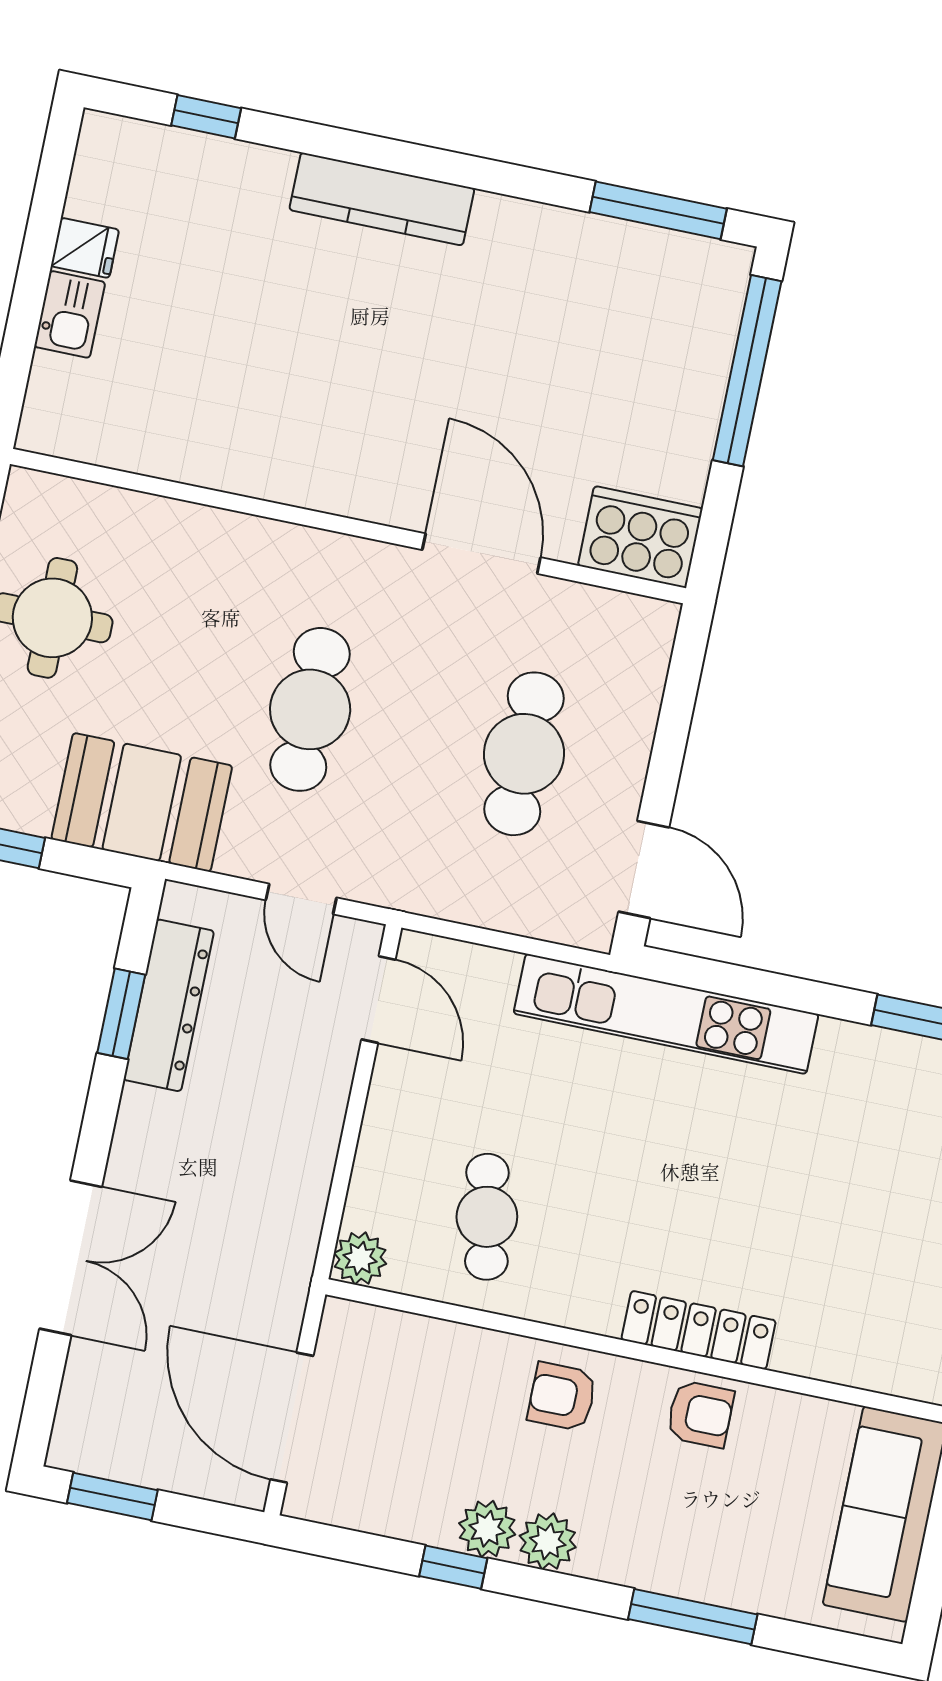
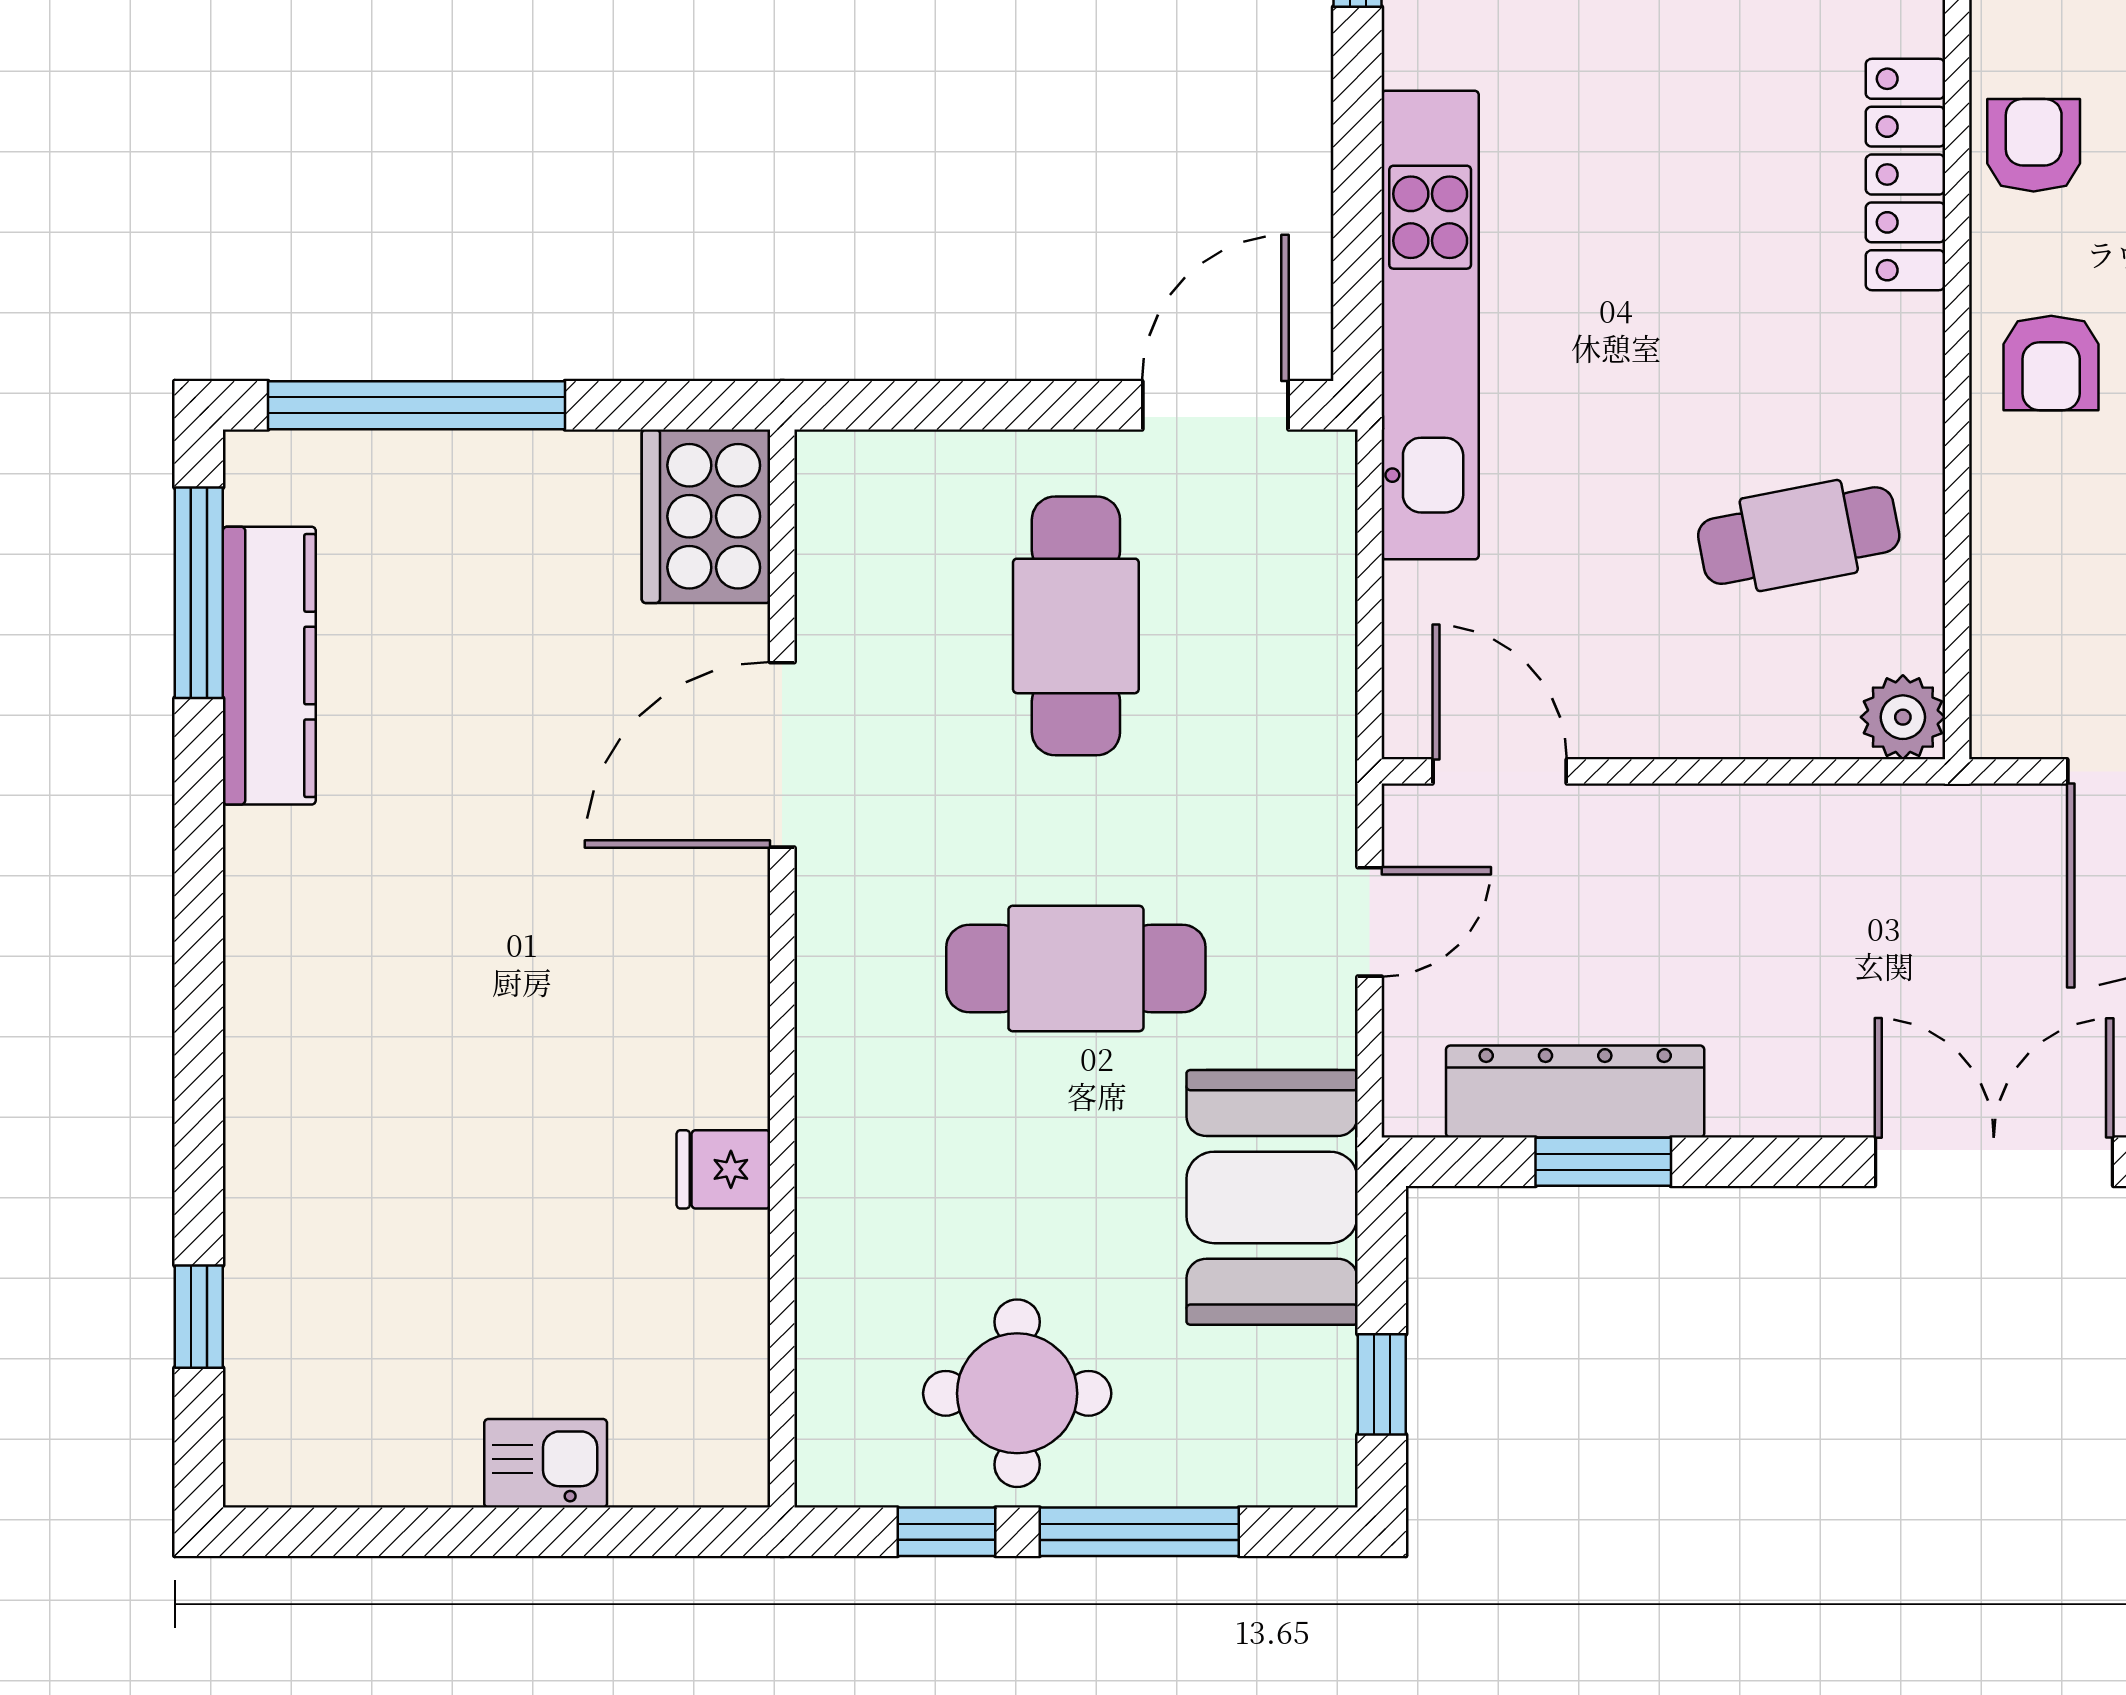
kitchen counter: (382, 199) -> (269, 666), moved
fridge: (85, 248) -> (723, 1169), moved, turned -90
cafe table: (524, 754) -> (1076, 626), turned 90
door: (378, 1000) -> (1500, 771), hinge flipped

